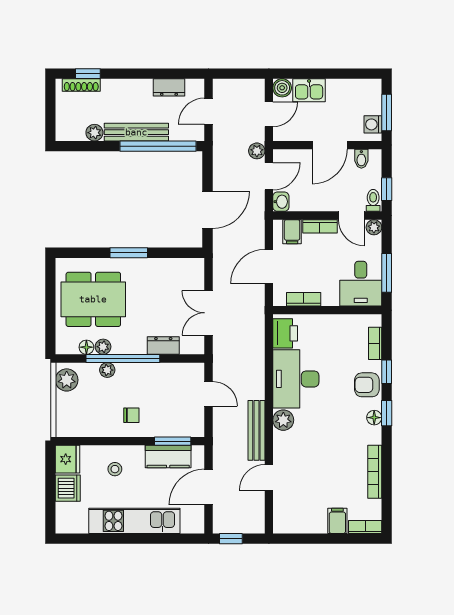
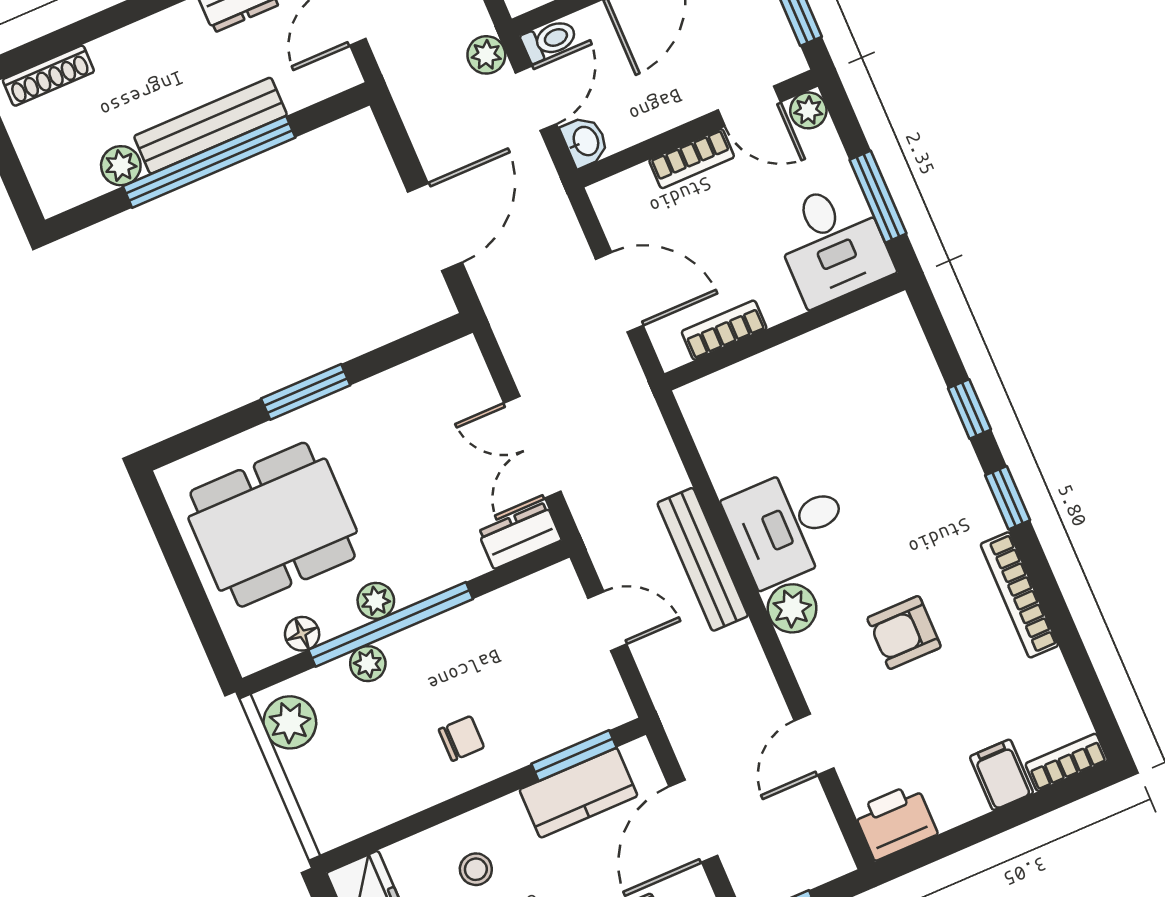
window: (88, 74) -> (52, 45), removed
window: (158, 146) -> (209, 162), moved
toilet: (373, 200) -> (549, 40), moved, turned 90
filing cabinet: (292, 232) -> (637, 196), removed
door: (269, 267) -> (619, 292), swing flipped
printer: (285, 333) -> (895, 822), moved, turned -90
bookcase: (375, 343) -> (918, 359), removed
dresser: (163, 346) -> (520, 536), moved
plant: (103, 347) -> (376, 601), moved
desk: (296, 379) -> (788, 525), width x0.73
armchair: (367, 385) -> (904, 633), moved
floor lamp: (374, 418) -> (985, 519), removed
bench: (256, 430) -> (703, 559), moved
bookcase: (375, 472) -> (1019, 595), moved

